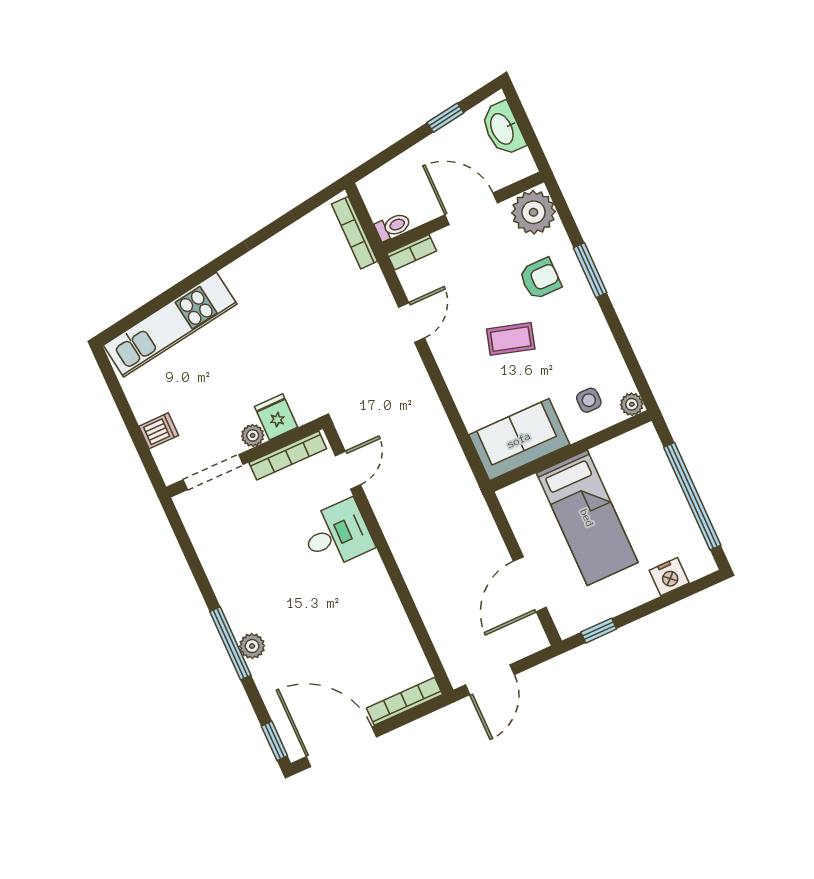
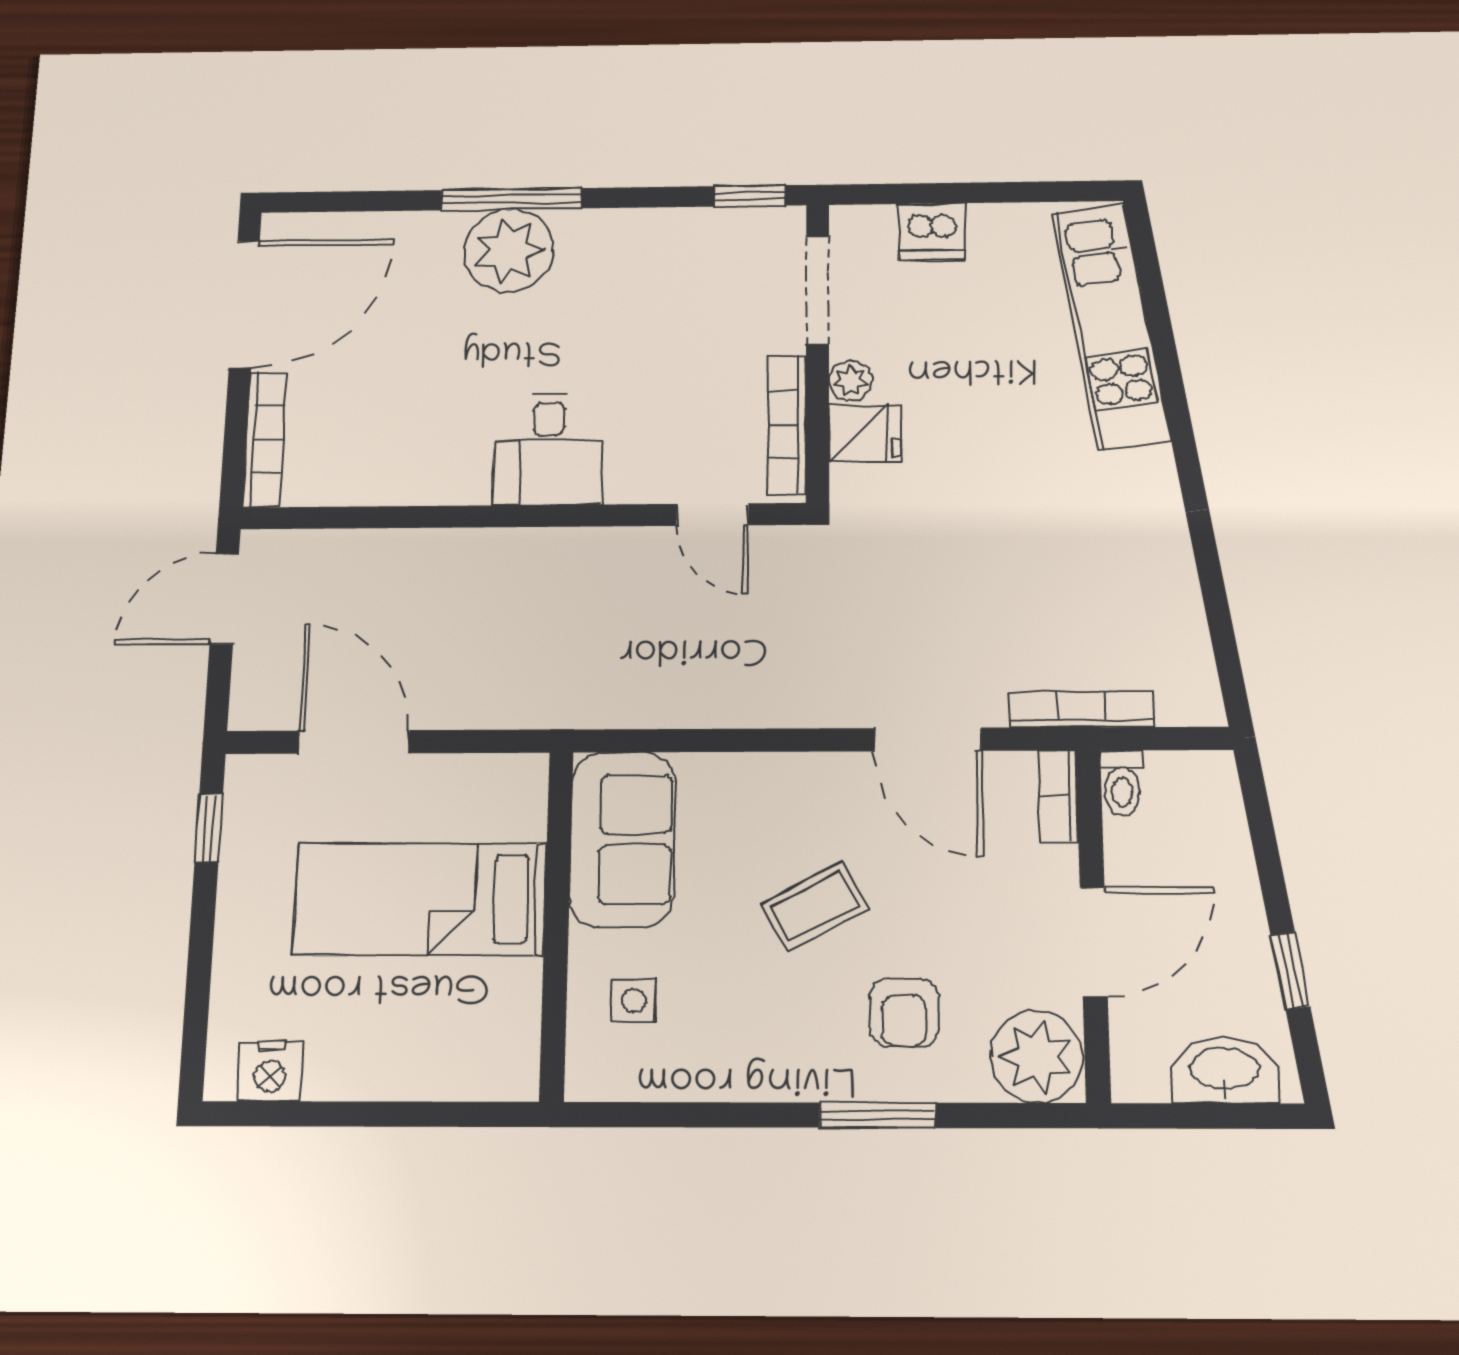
bookcase: (354, 233) -> (1082, 709), moved
door: (412, 322) -> (928, 740), width x1.38
coffee table: (511, 339) -> (815, 906), turned 46
plant: (632, 404) -> (588, 1078), removed
dishwasher: (159, 431) -> (932, 232), width x1.38
window: (692, 496) -> (362, 1114), removed
desk: (337, 534) -> (548, 449), moved
nightstand: (669, 577) -> (270, 1072), moved, turned -90
plant: (252, 646) -> (509, 250), width x1.87, depth x1.87
door: (490, 680) -> (224, 598), hinge flipped
window: (274, 741) -> (750, 196), moved

